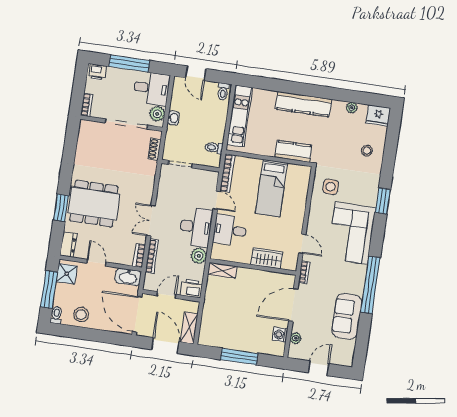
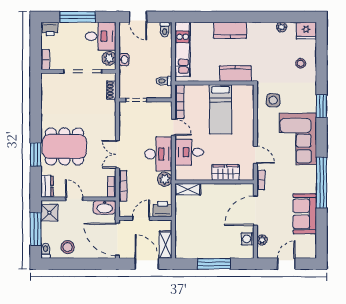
kitchen counter: (304, 104) -> (230, 30), width x0.67

